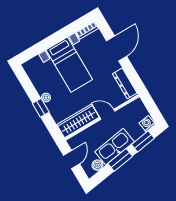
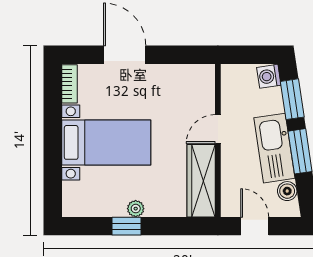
dresser: (125, 83) -> (186, 74), removed
window: (41, 108) -> (126, 226), moved

